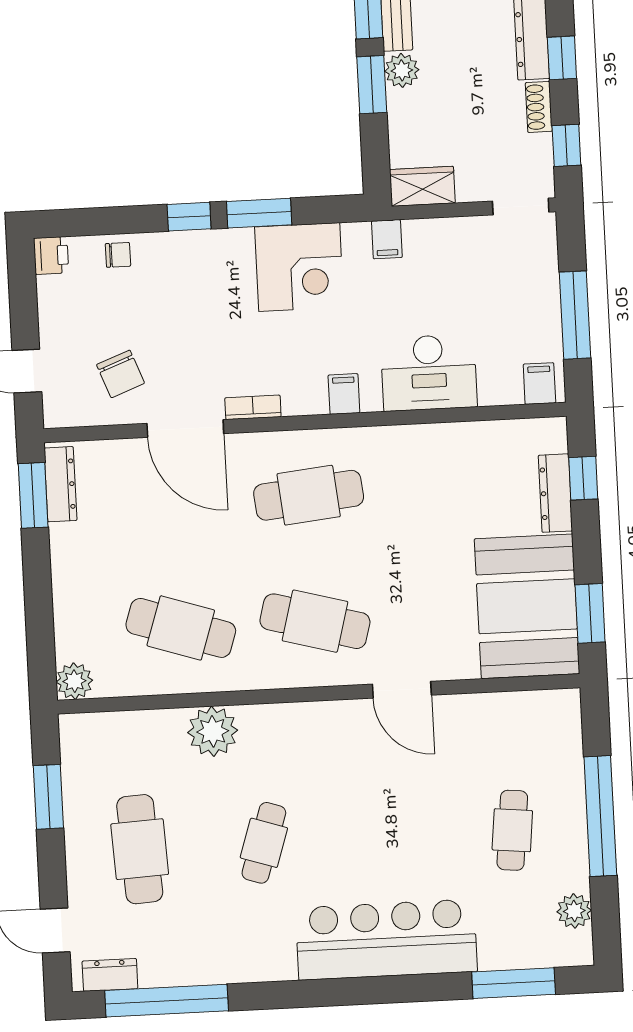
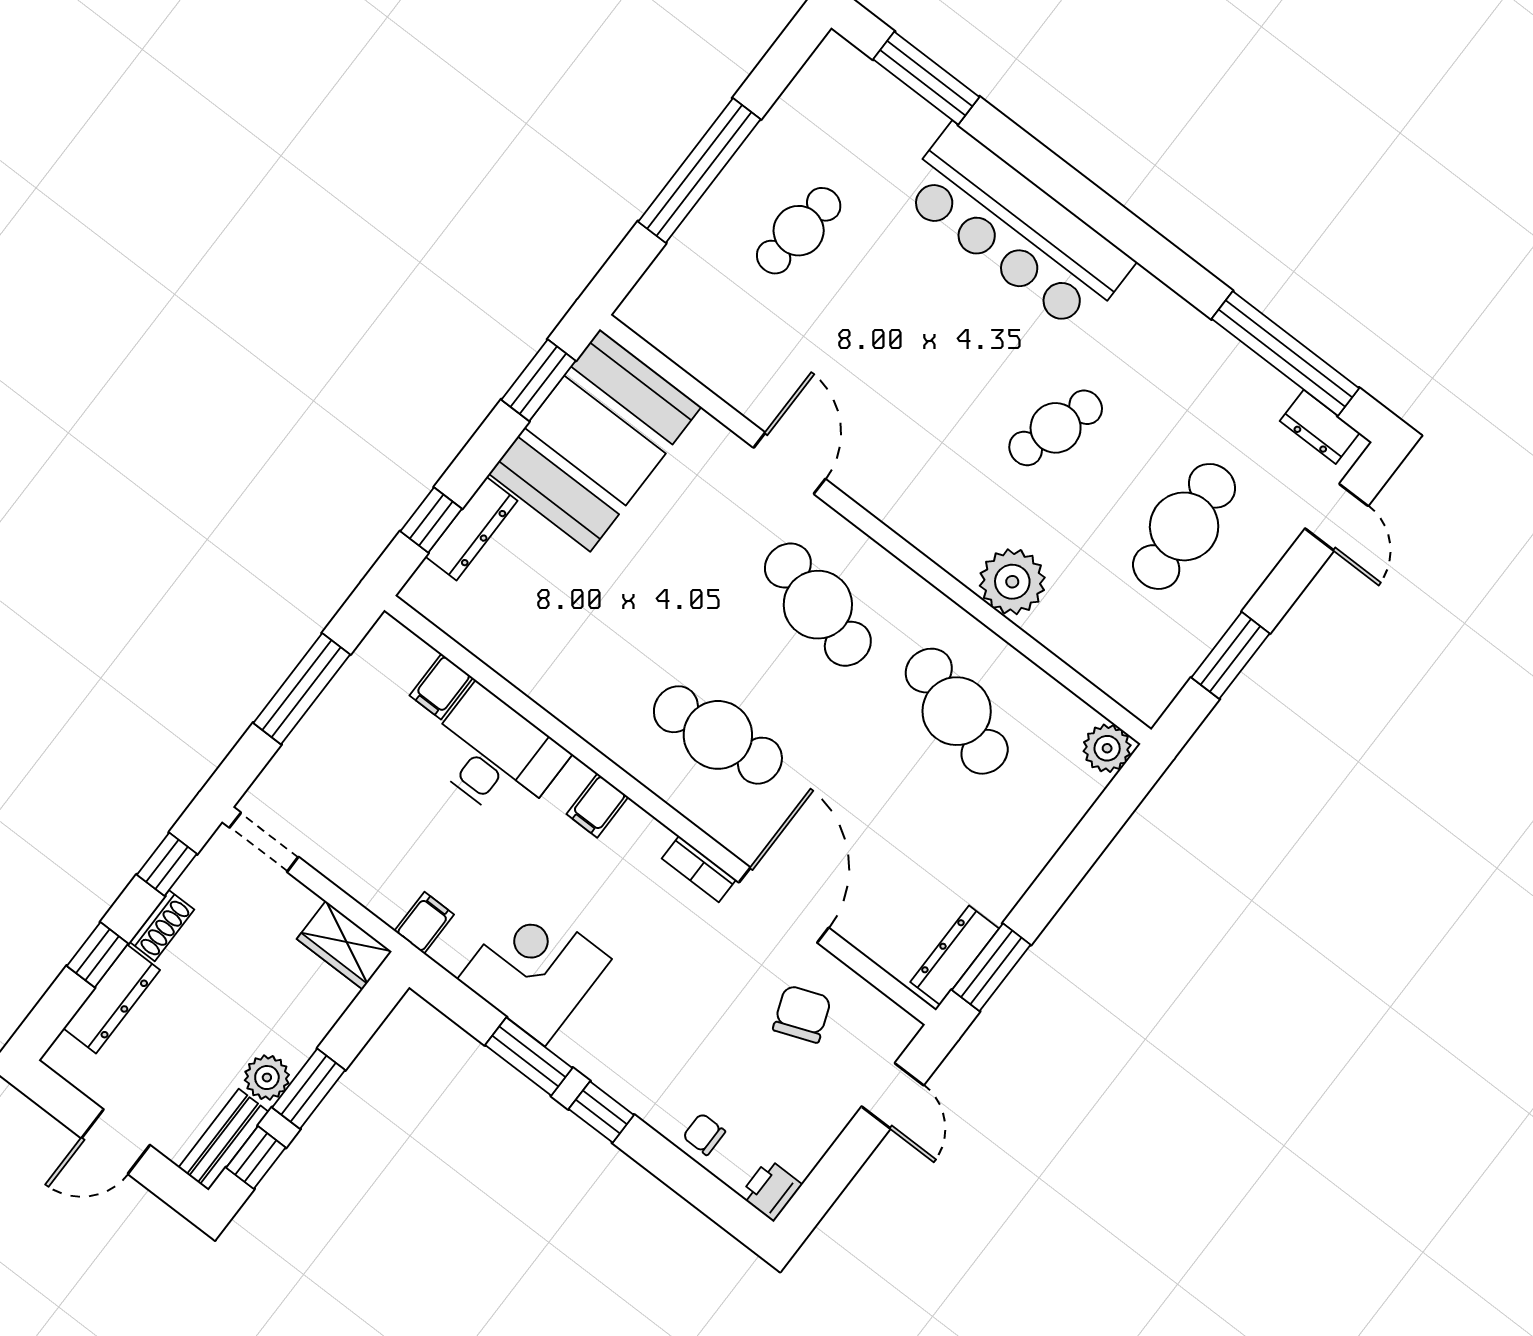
filing cabinet: (539, 384) -> (441, 687), moved
plant: (574, 911) -> (805, 98), removed

